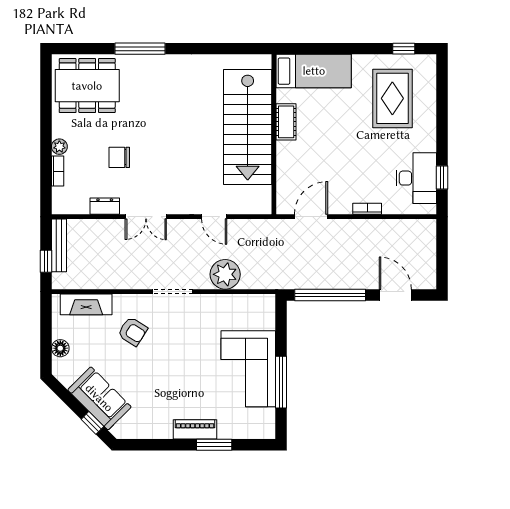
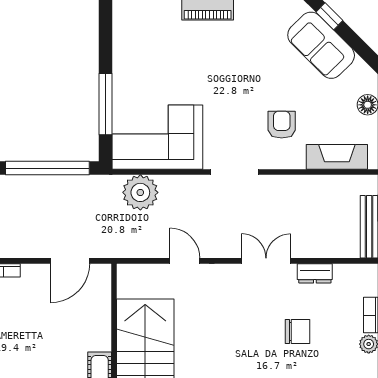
plant: (225, 274) -> (140, 192), moved
armchair: (133, 331) -> (282, 125), turned 58
corner sofa: (248, 369) -> (157, 137), moved, turned -90
window: (281, 382) -> (106, 104), moved

